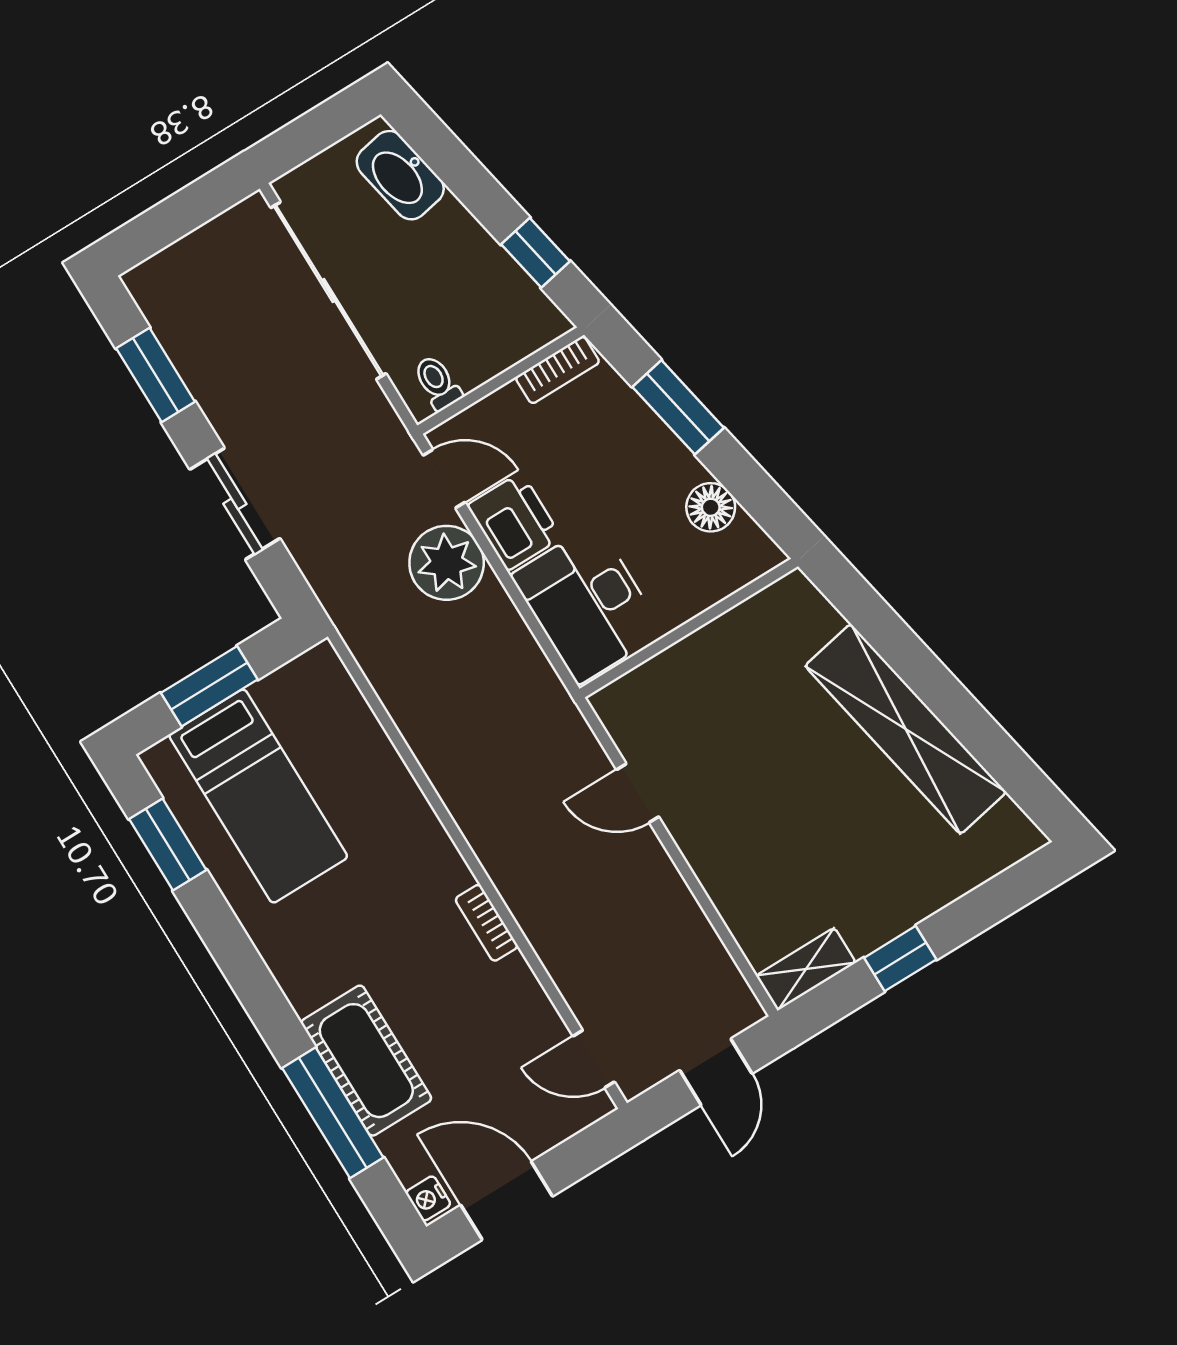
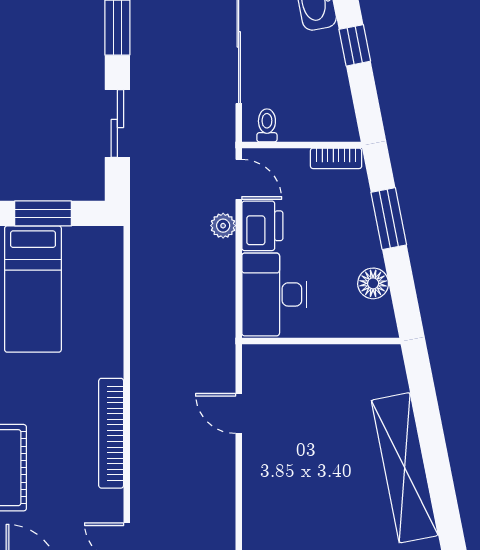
window: (535, 253) -> (355, 45), moved
plant: (447, 563) -> (223, 226), width x0.53, depth x0.53
bookcase: (487, 923) -> (111, 433), width x2.31, depth x1.31

